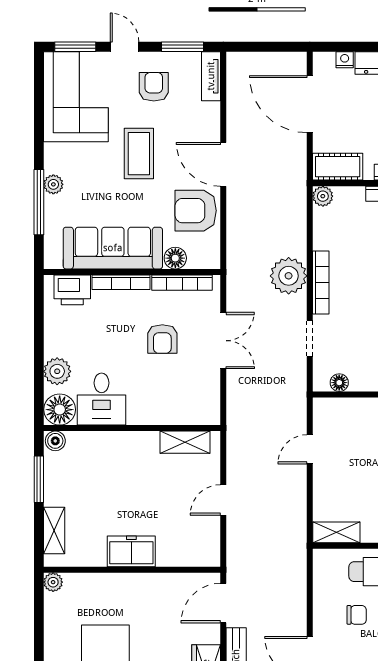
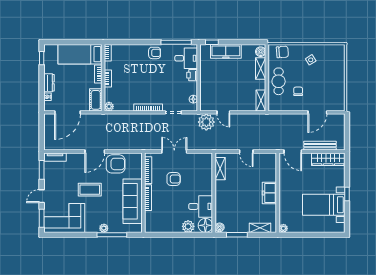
armchair: (154, 87) -> (60, 183), removed
armchair: (196, 211) -> (116, 164), turned -90
floor lamp: (175, 258) -> (137, 173), removed
plant: (289, 276) -> (206, 122), moved
printer: (72, 290) -> (151, 220), removed

